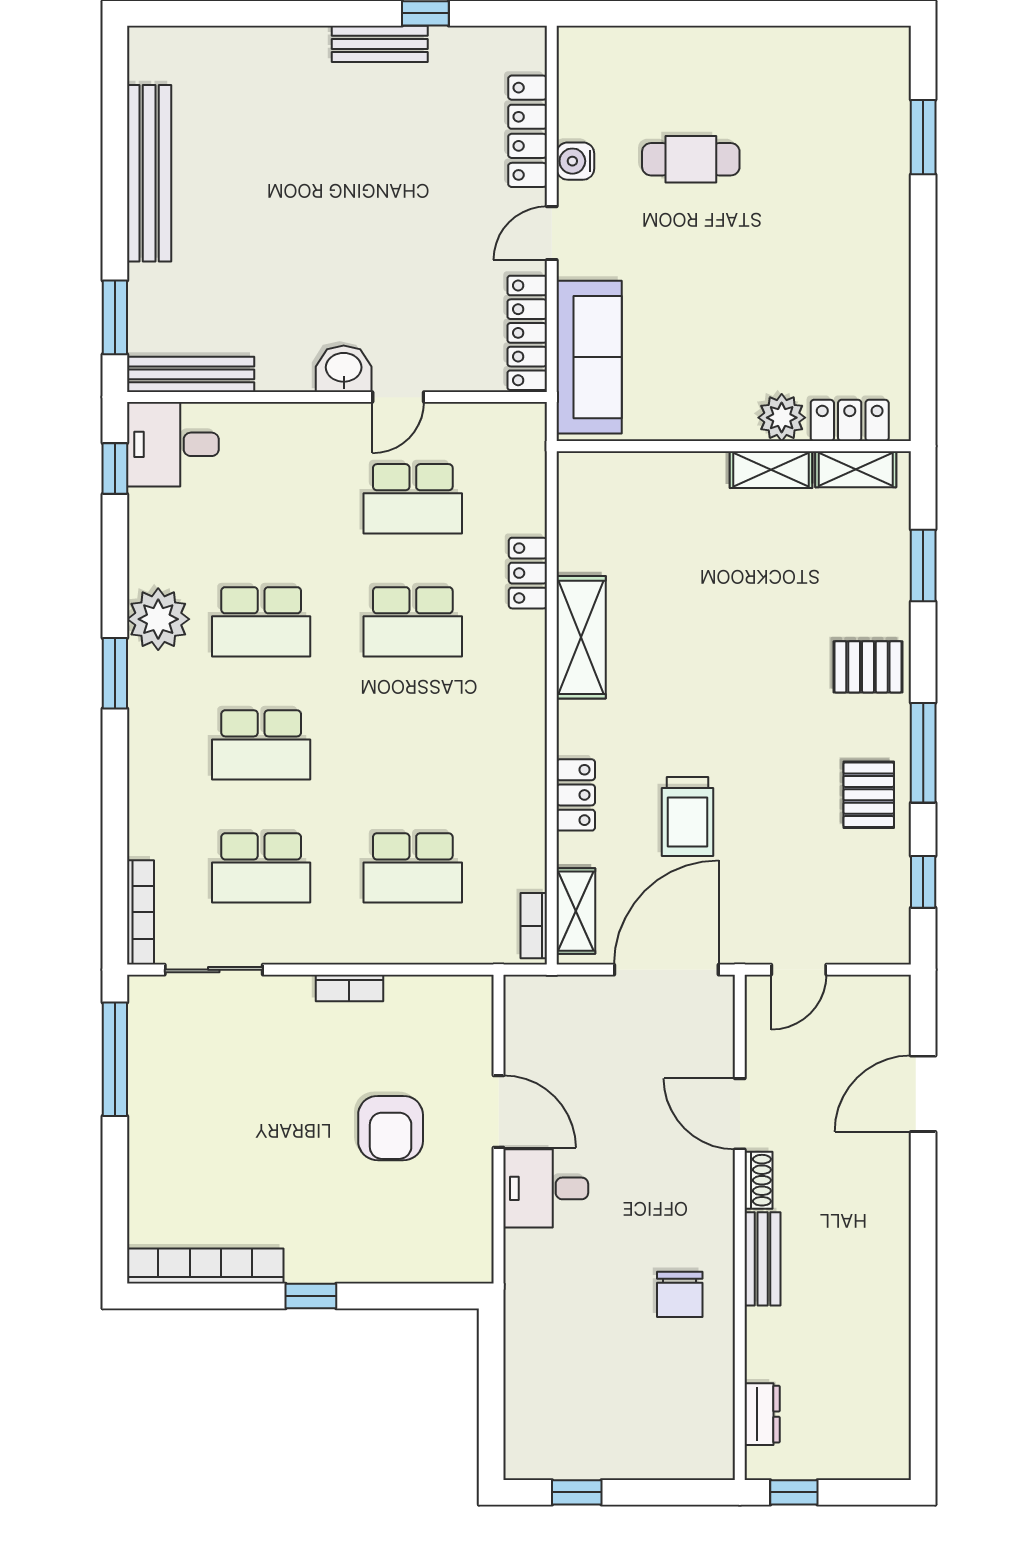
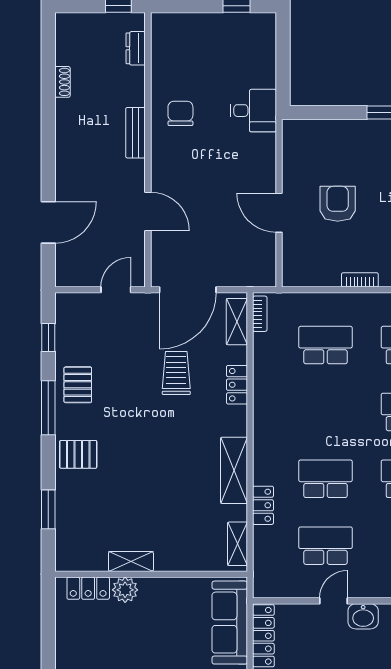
shelving: (856, 469) -> (238, 544), moved, turned 90
shoe rack: (759, 1180) -> (62, 82), moved, turned 180
desk: (546, 1188) -> (253, 111), moved

